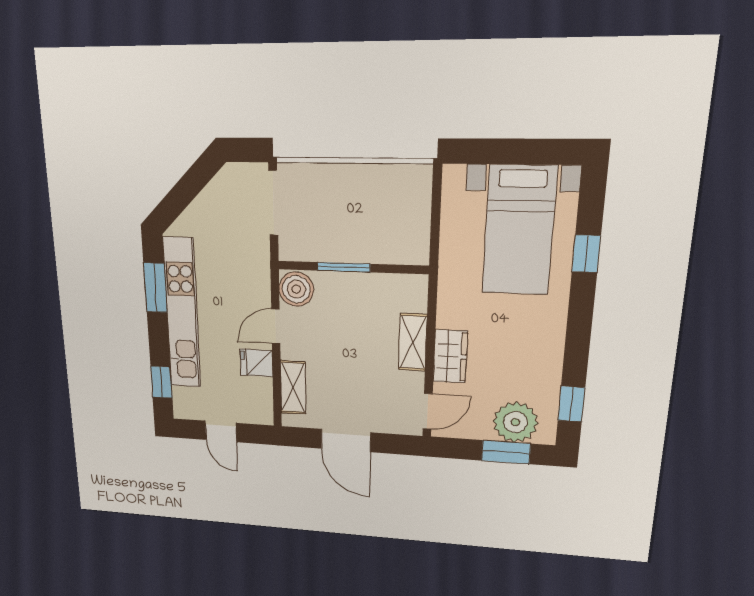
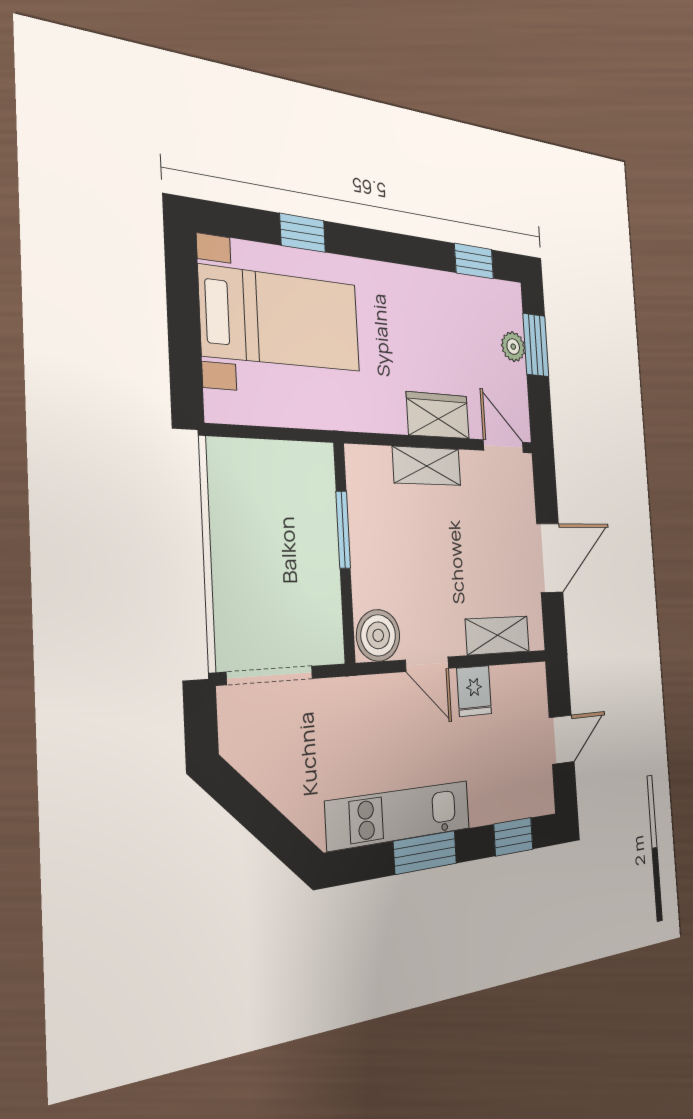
window: (344, 267) -> (343, 530), moved
window: (155, 288) -> (425, 852), moved
kitchen unit: (182, 314) -> (399, 815), width x0.73
plant: (515, 422) -> (513, 347), width x0.53, depth x0.53

